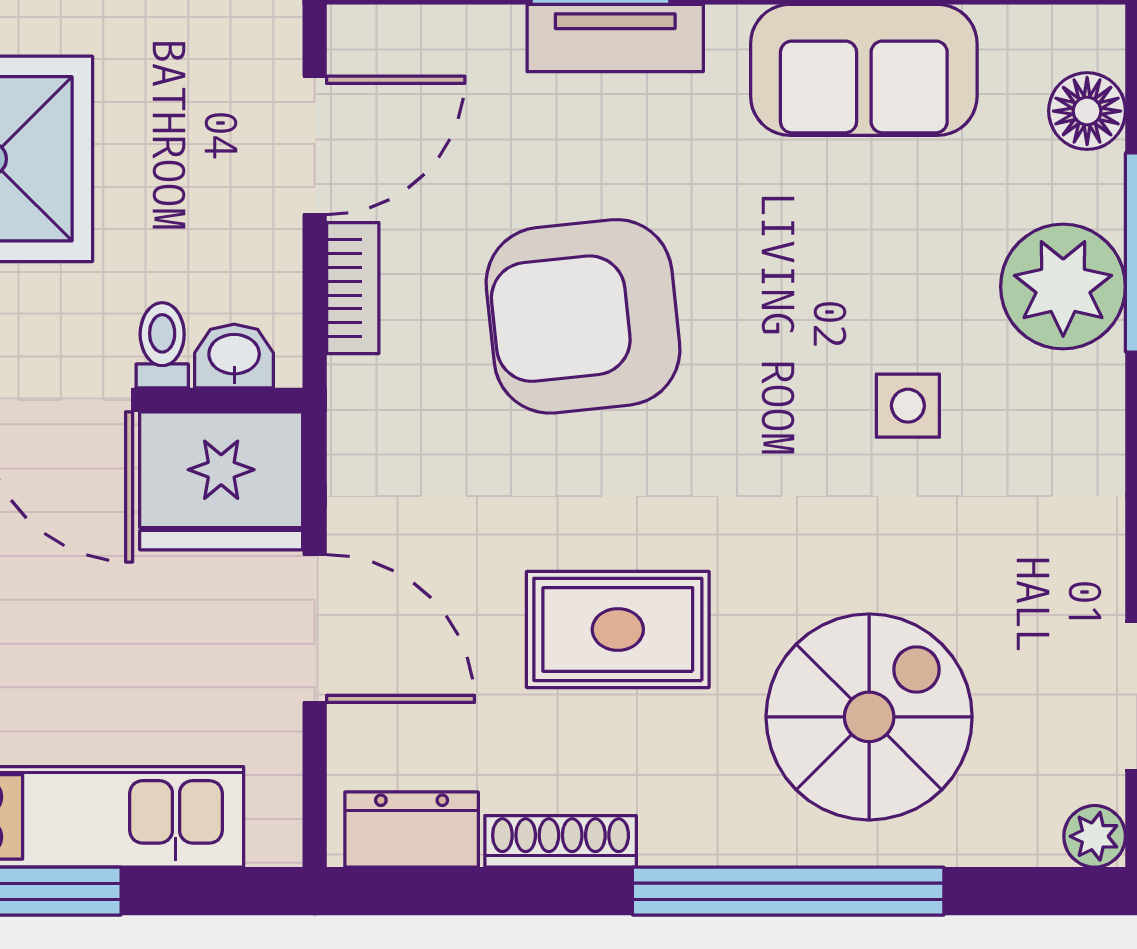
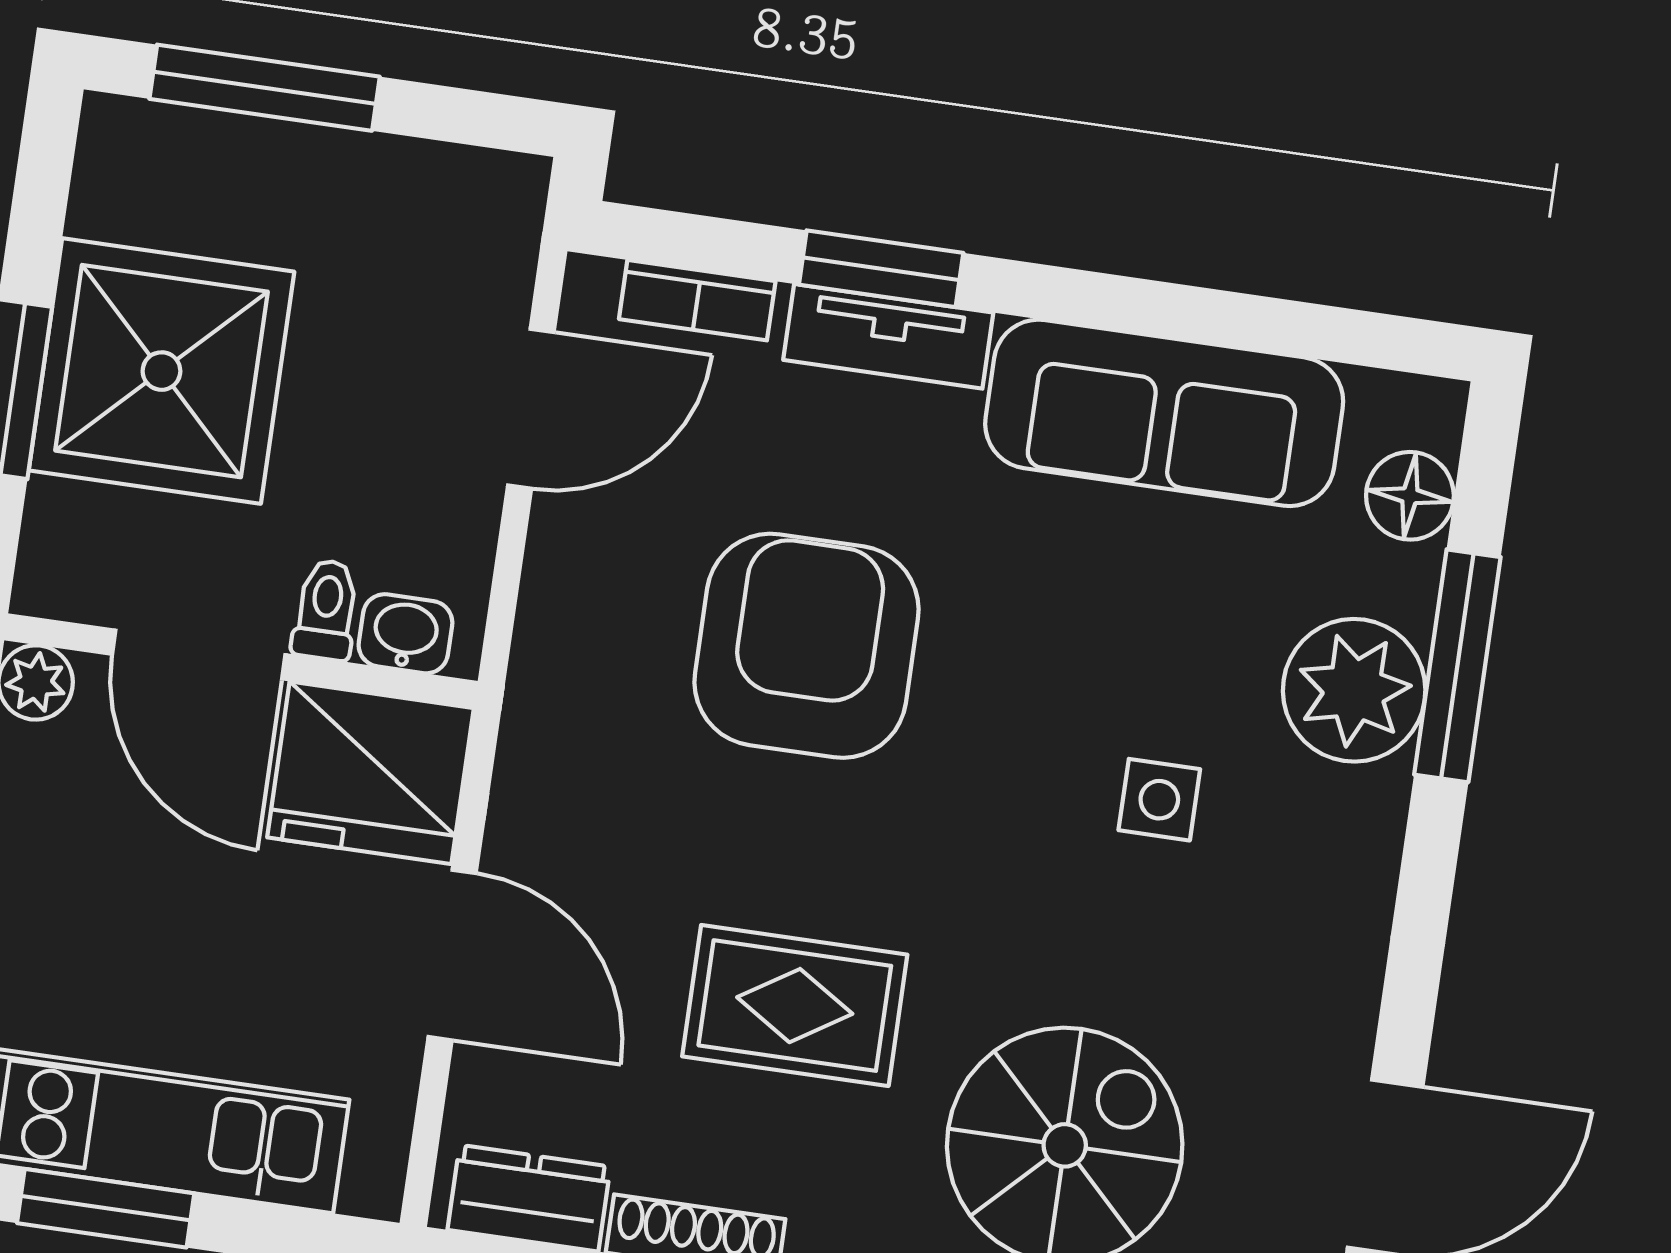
sofa: (864, 70) -> (1164, 413), width x1.36
bookcase: (353, 288) -> (697, 300), moved, turned 90
armchair: (583, 316) -> (807, 646), turned 96

